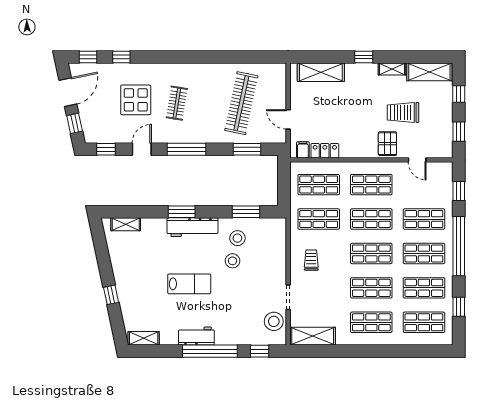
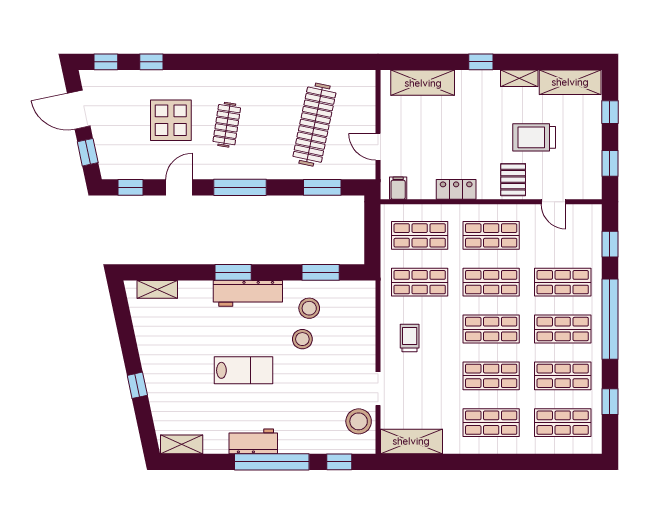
door: (68, 92) -> (79, 110), swing flipped
locker: (325, 151) -> (456, 189), moved

